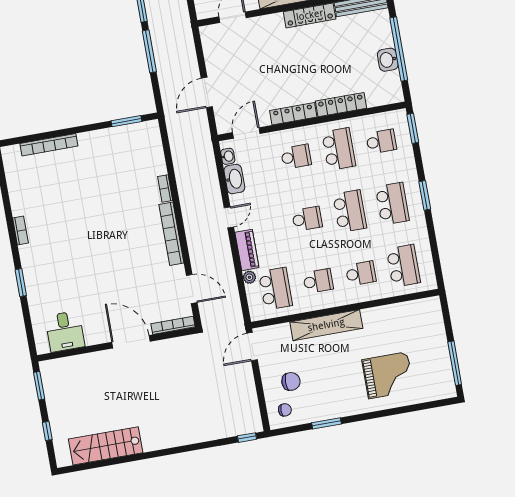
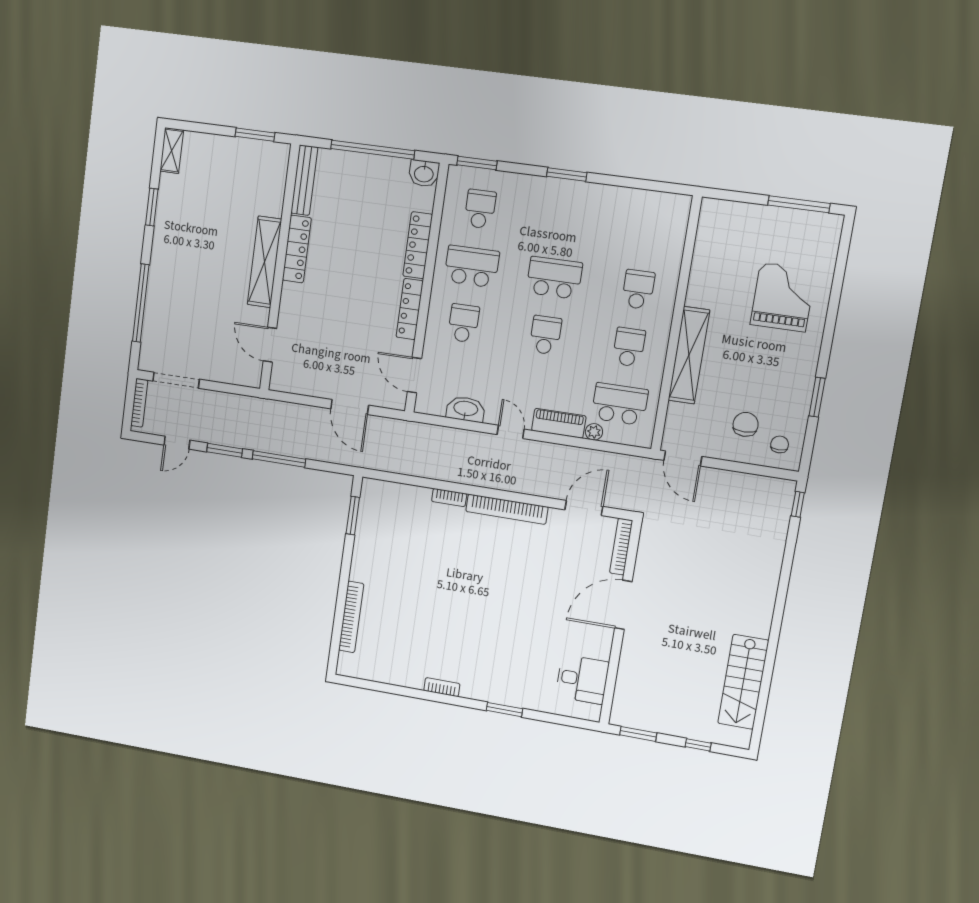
washbasin: (388, 60) -> (424, 173), moved
washbasin: (228, 156) -> (435, 408), removed
school desk: (392, 204) -> (563, 220), removed
school desk: (403, 266) -> (647, 231), removed

